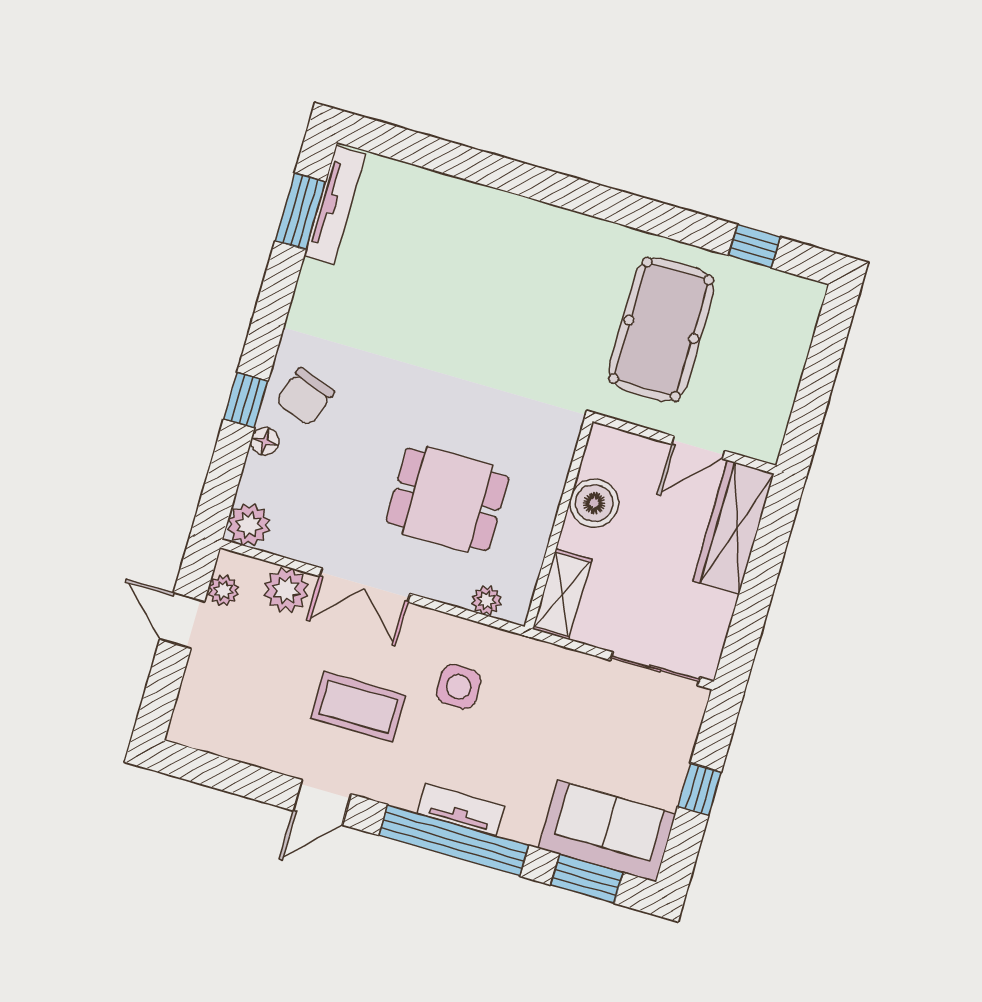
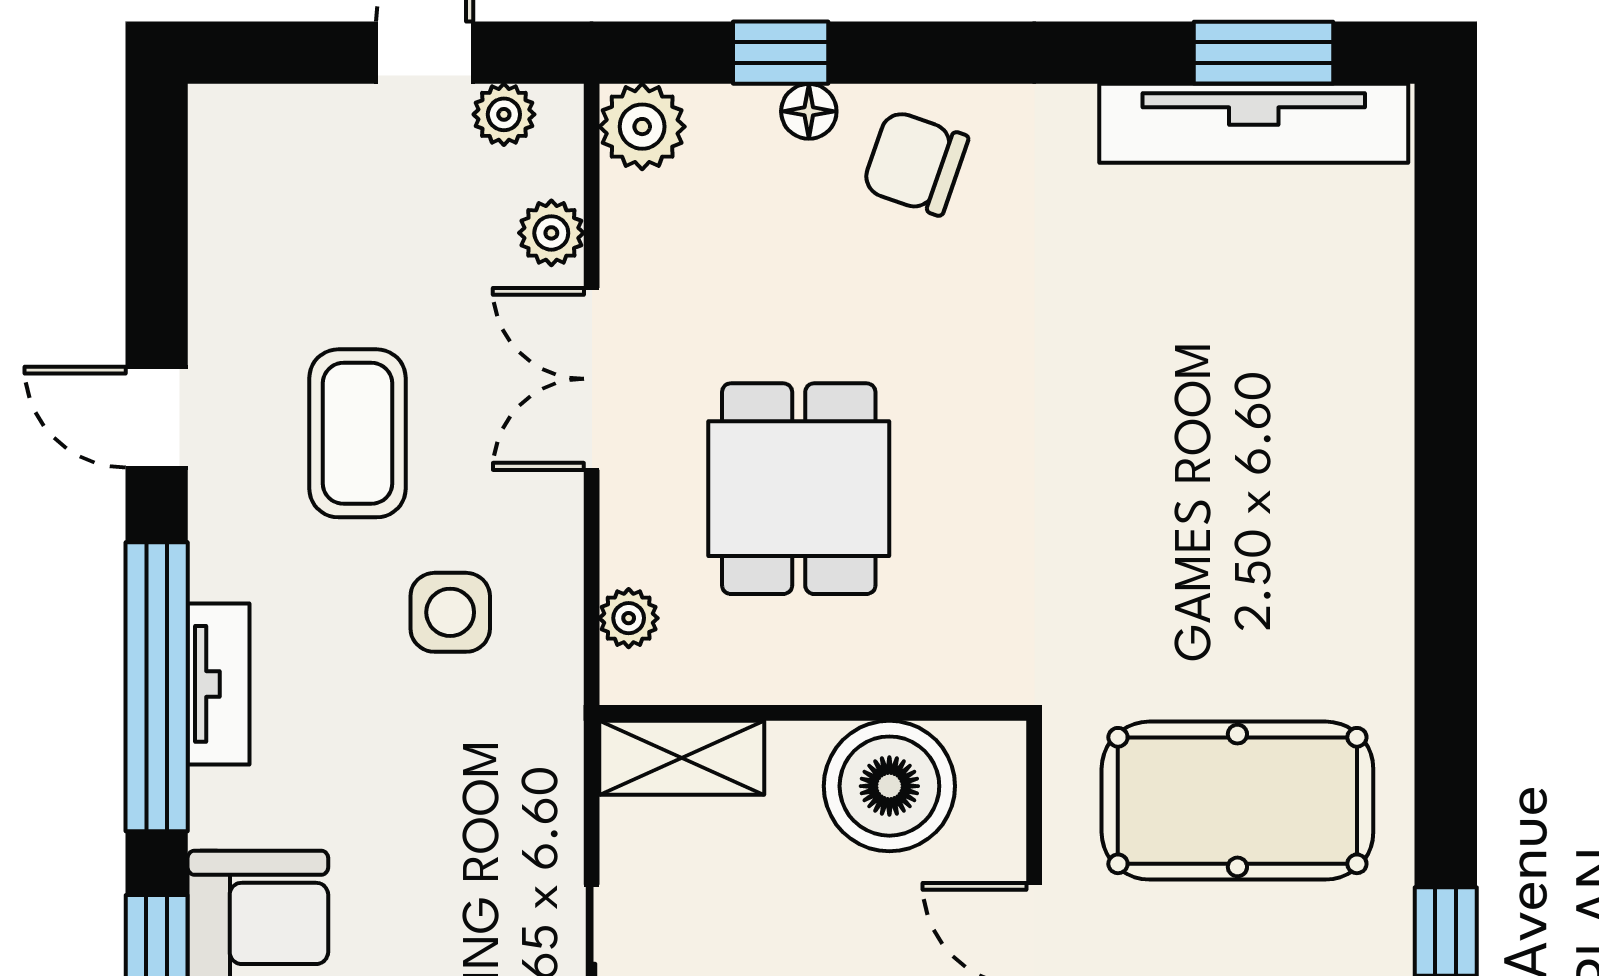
tv unit: (335, 205) -> (1254, 123), width x1.36, depth x1.29
window: (246, 400) -> (781, 53), moved
boiler: (594, 503) -> (889, 786), width x1.37, depth x1.37
plant: (286, 590) -> (551, 233), width x0.73, depth x0.73

